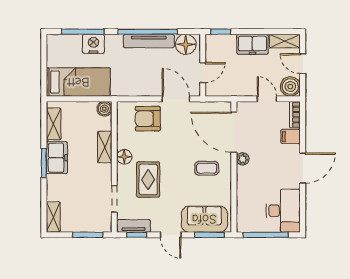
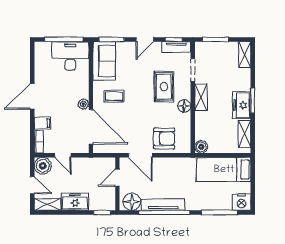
nightstand: (93, 44) -> (241, 202), moved
shelving: (105, 147) -> (201, 97), moved
desk: (283, 211) -> (70, 56), moved, turned 90
sofa: (204, 219) -> (104, 61), moved, turned -90
door: (171, 235) -> (145, 39), swing flipped

